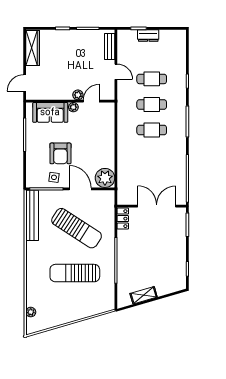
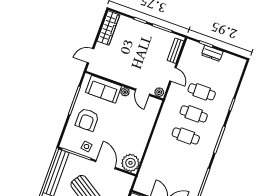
plant: (78, 95) -> (159, 92), moved
door: (91, 101) -> (142, 92), swing flipped
armchair: (60, 153) -> (87, 120), moved

